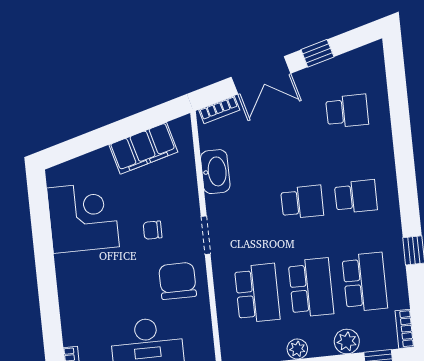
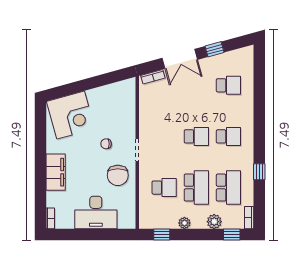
filing cabinet: (143, 148) -> (56, 172), moved, turned -75
washbasin: (215, 172) -> (147, 113), removed
corner desk: (83, 217) -> (71, 115), moved, turned 75
chair: (178, 281) -> (118, 175), turned 180
school desk: (257, 293) -> (164, 188), width x0.54

